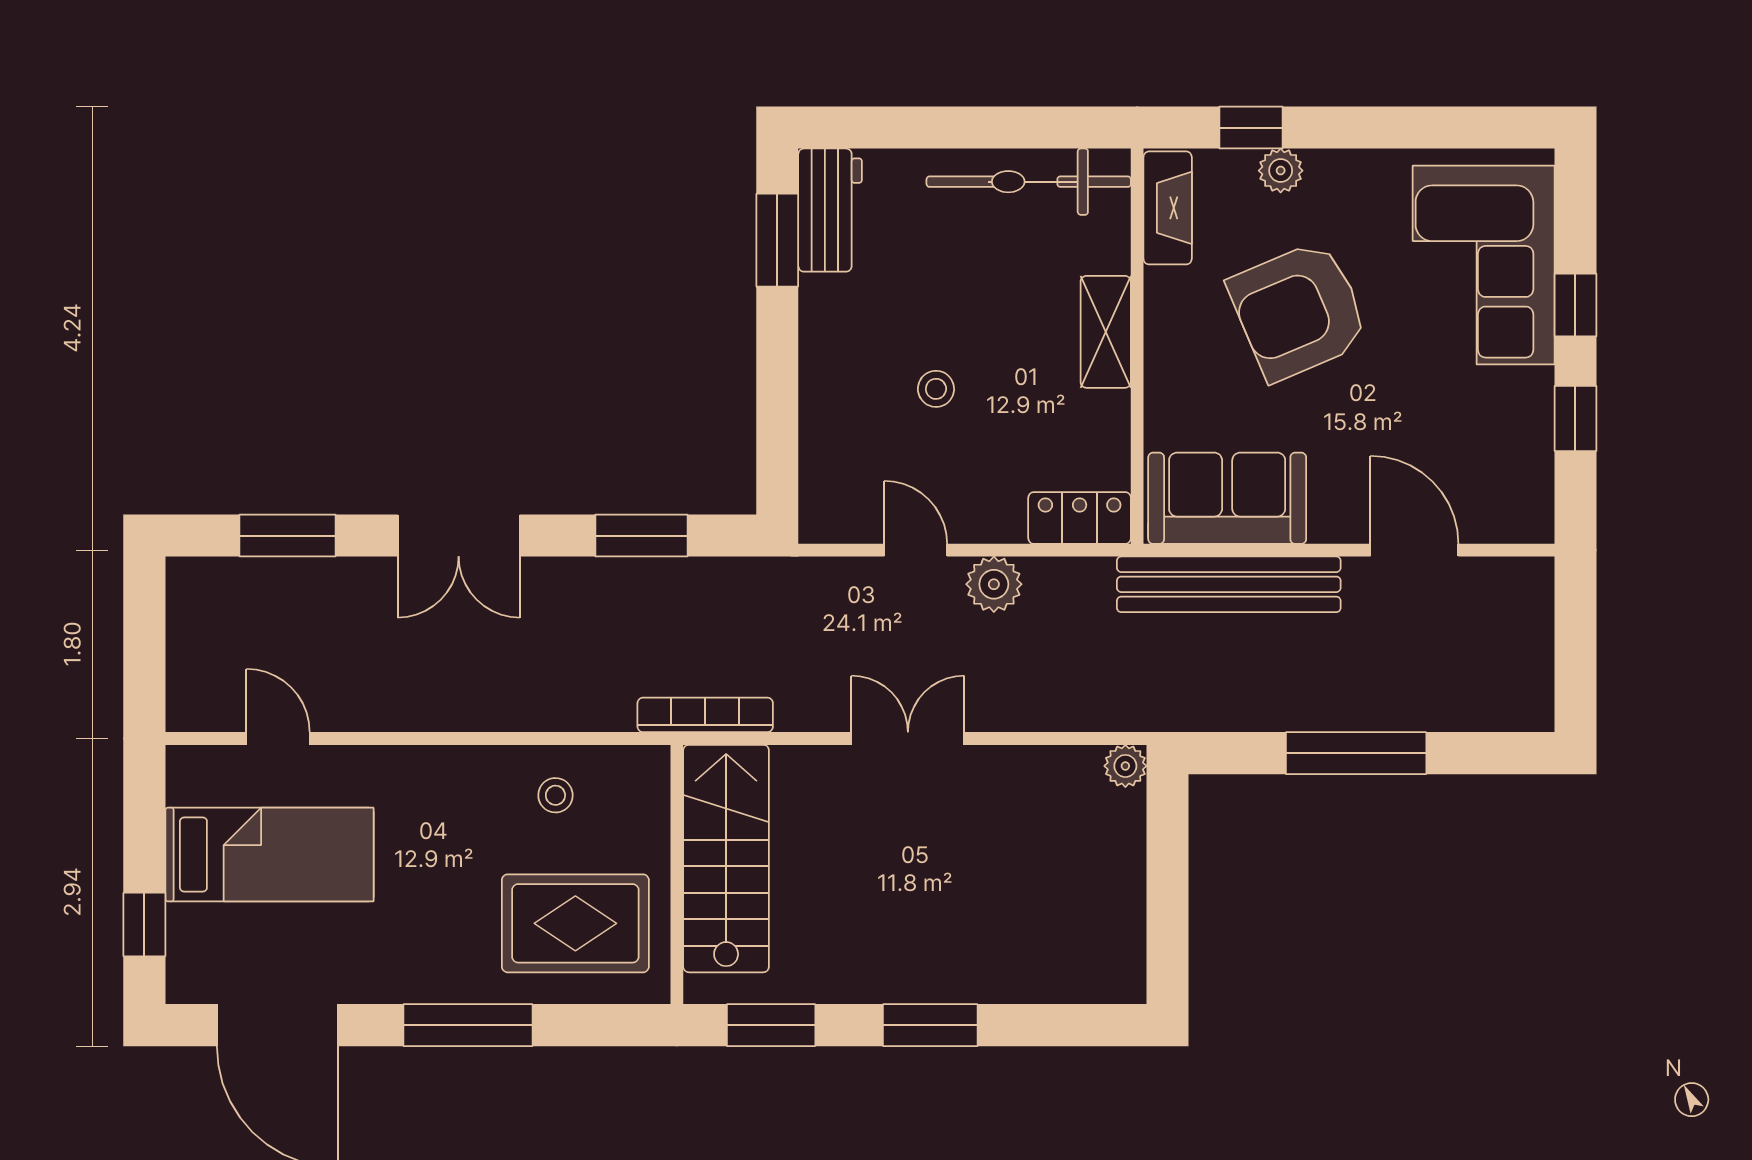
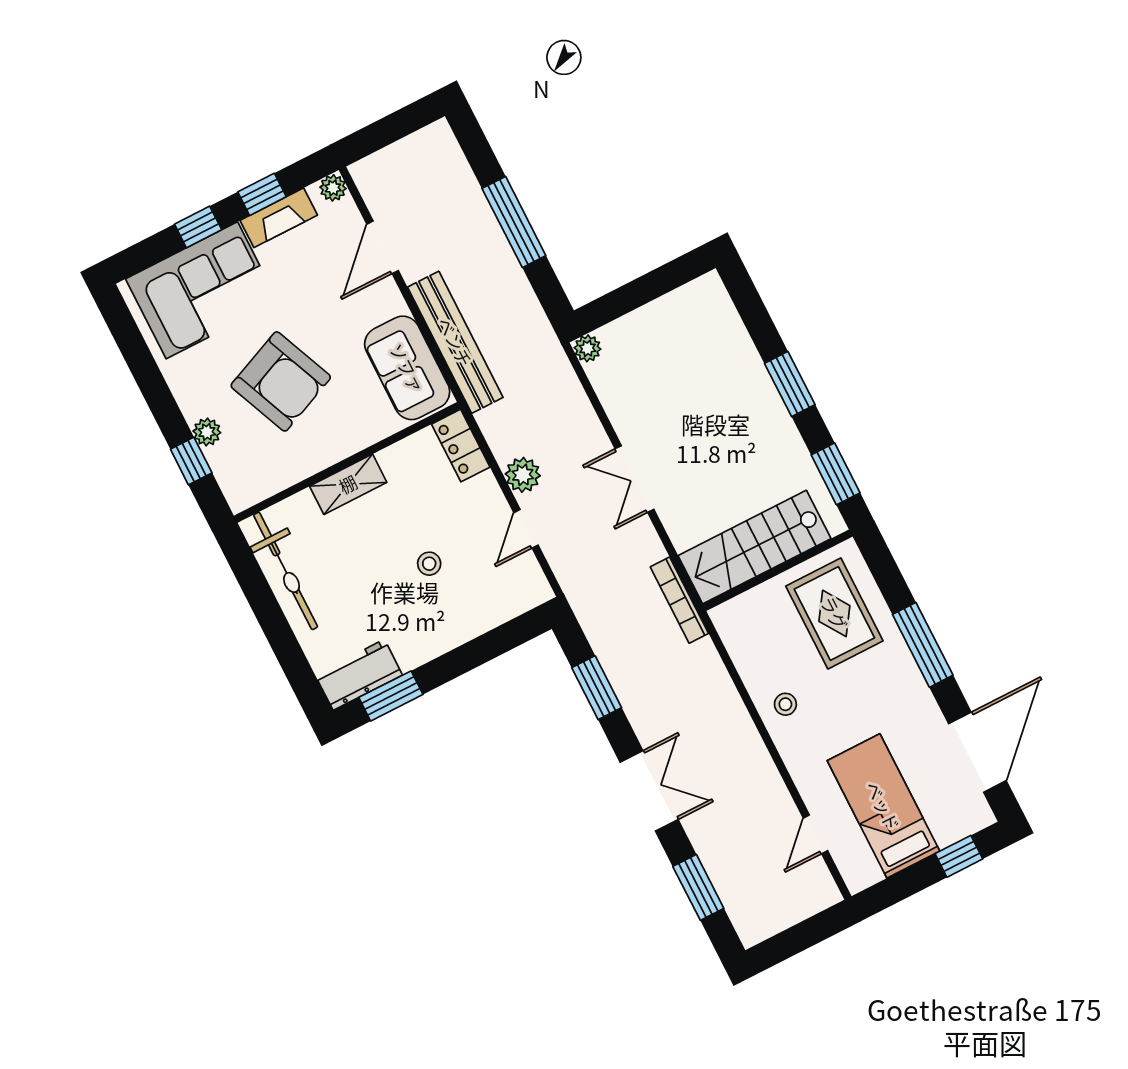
fireplace: (1168, 208) -> (279, 218), moved, turned 180
plant: (1534, 523) -> (333, 188), added
stool: (555, 795) -> (785, 704), moved

